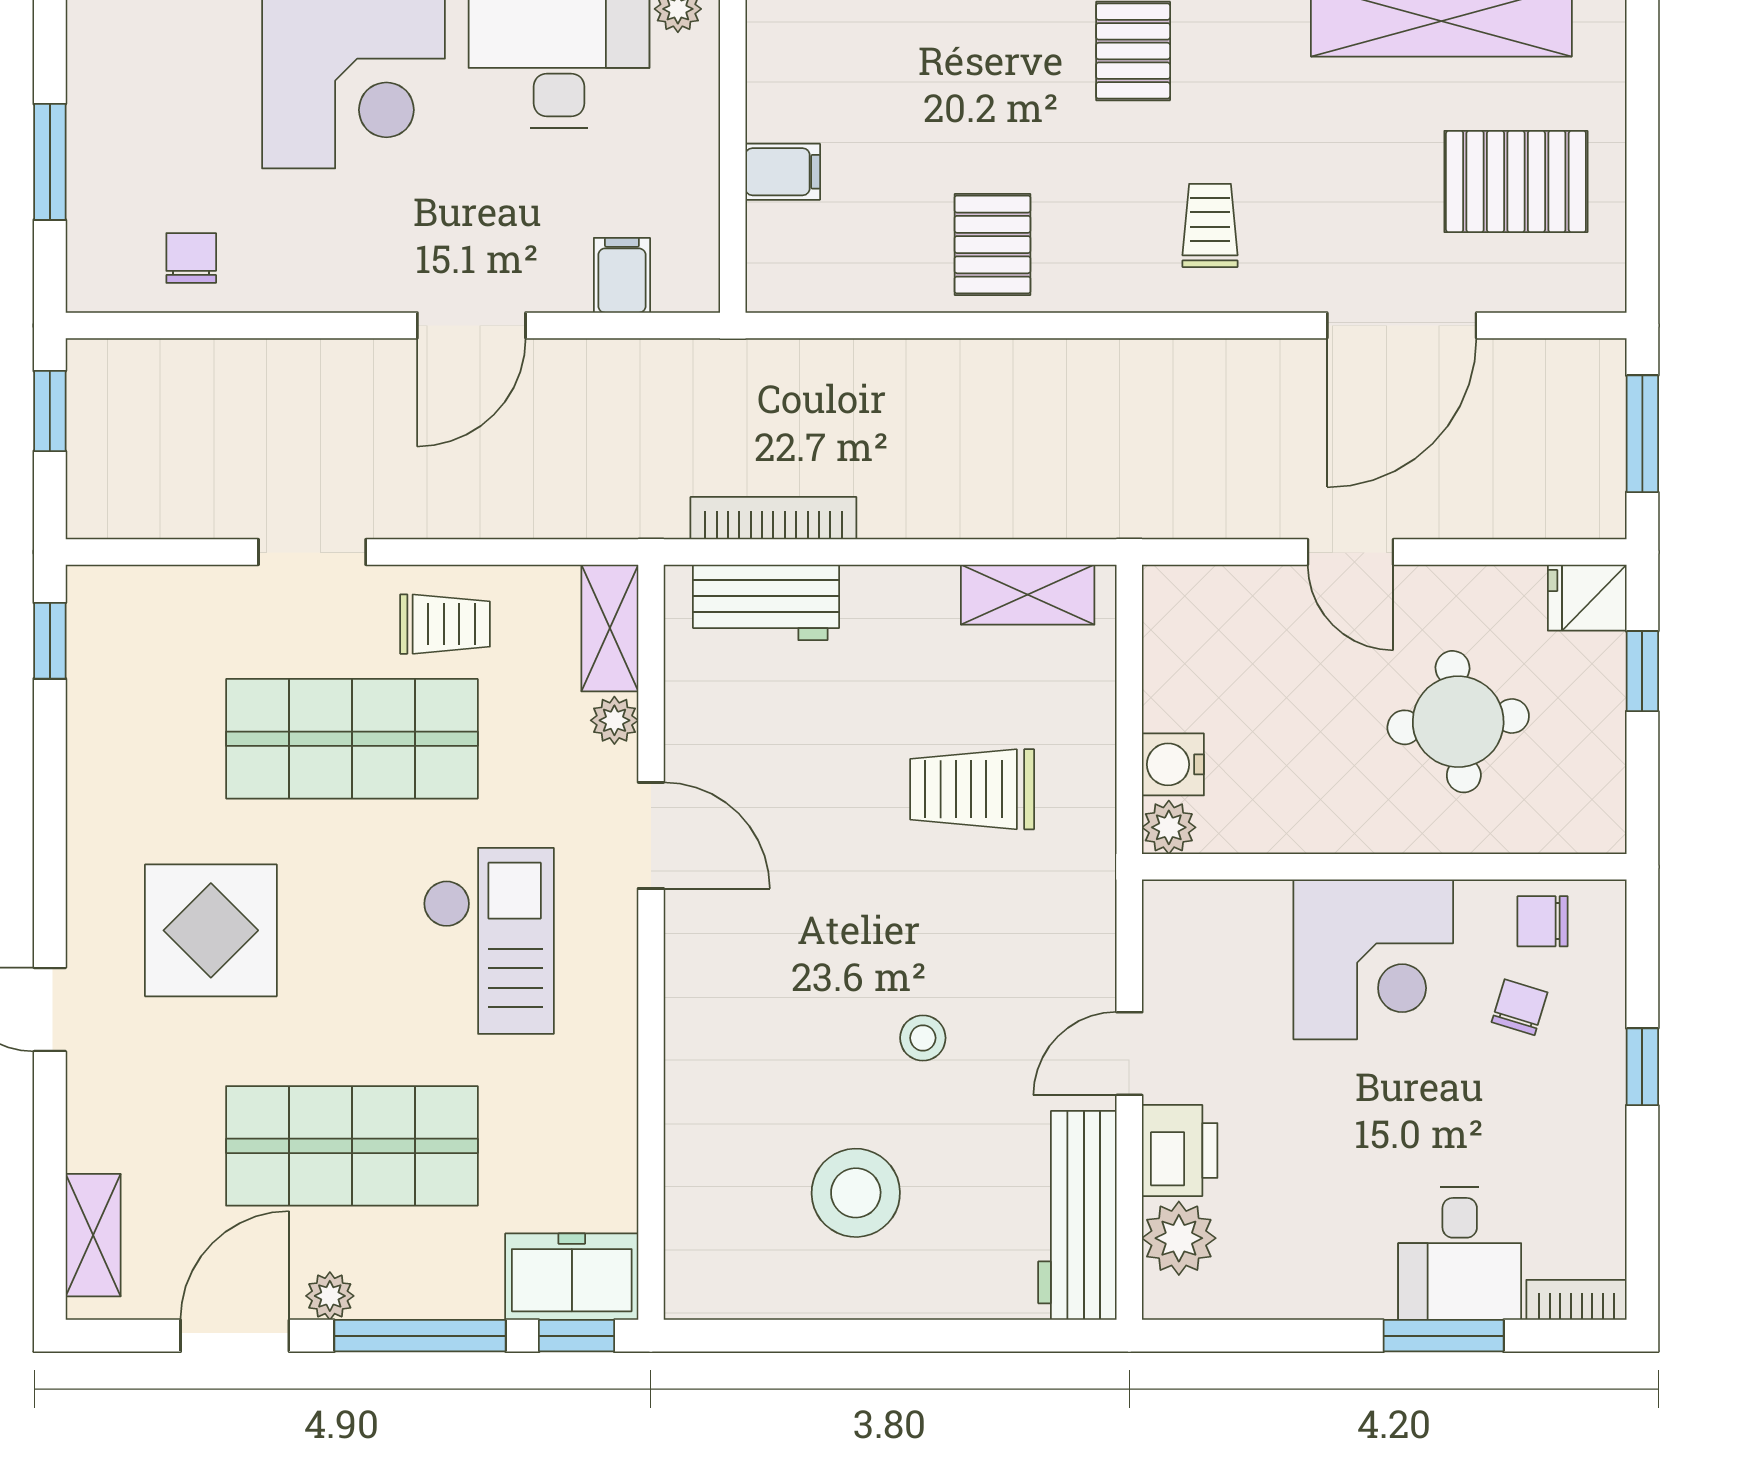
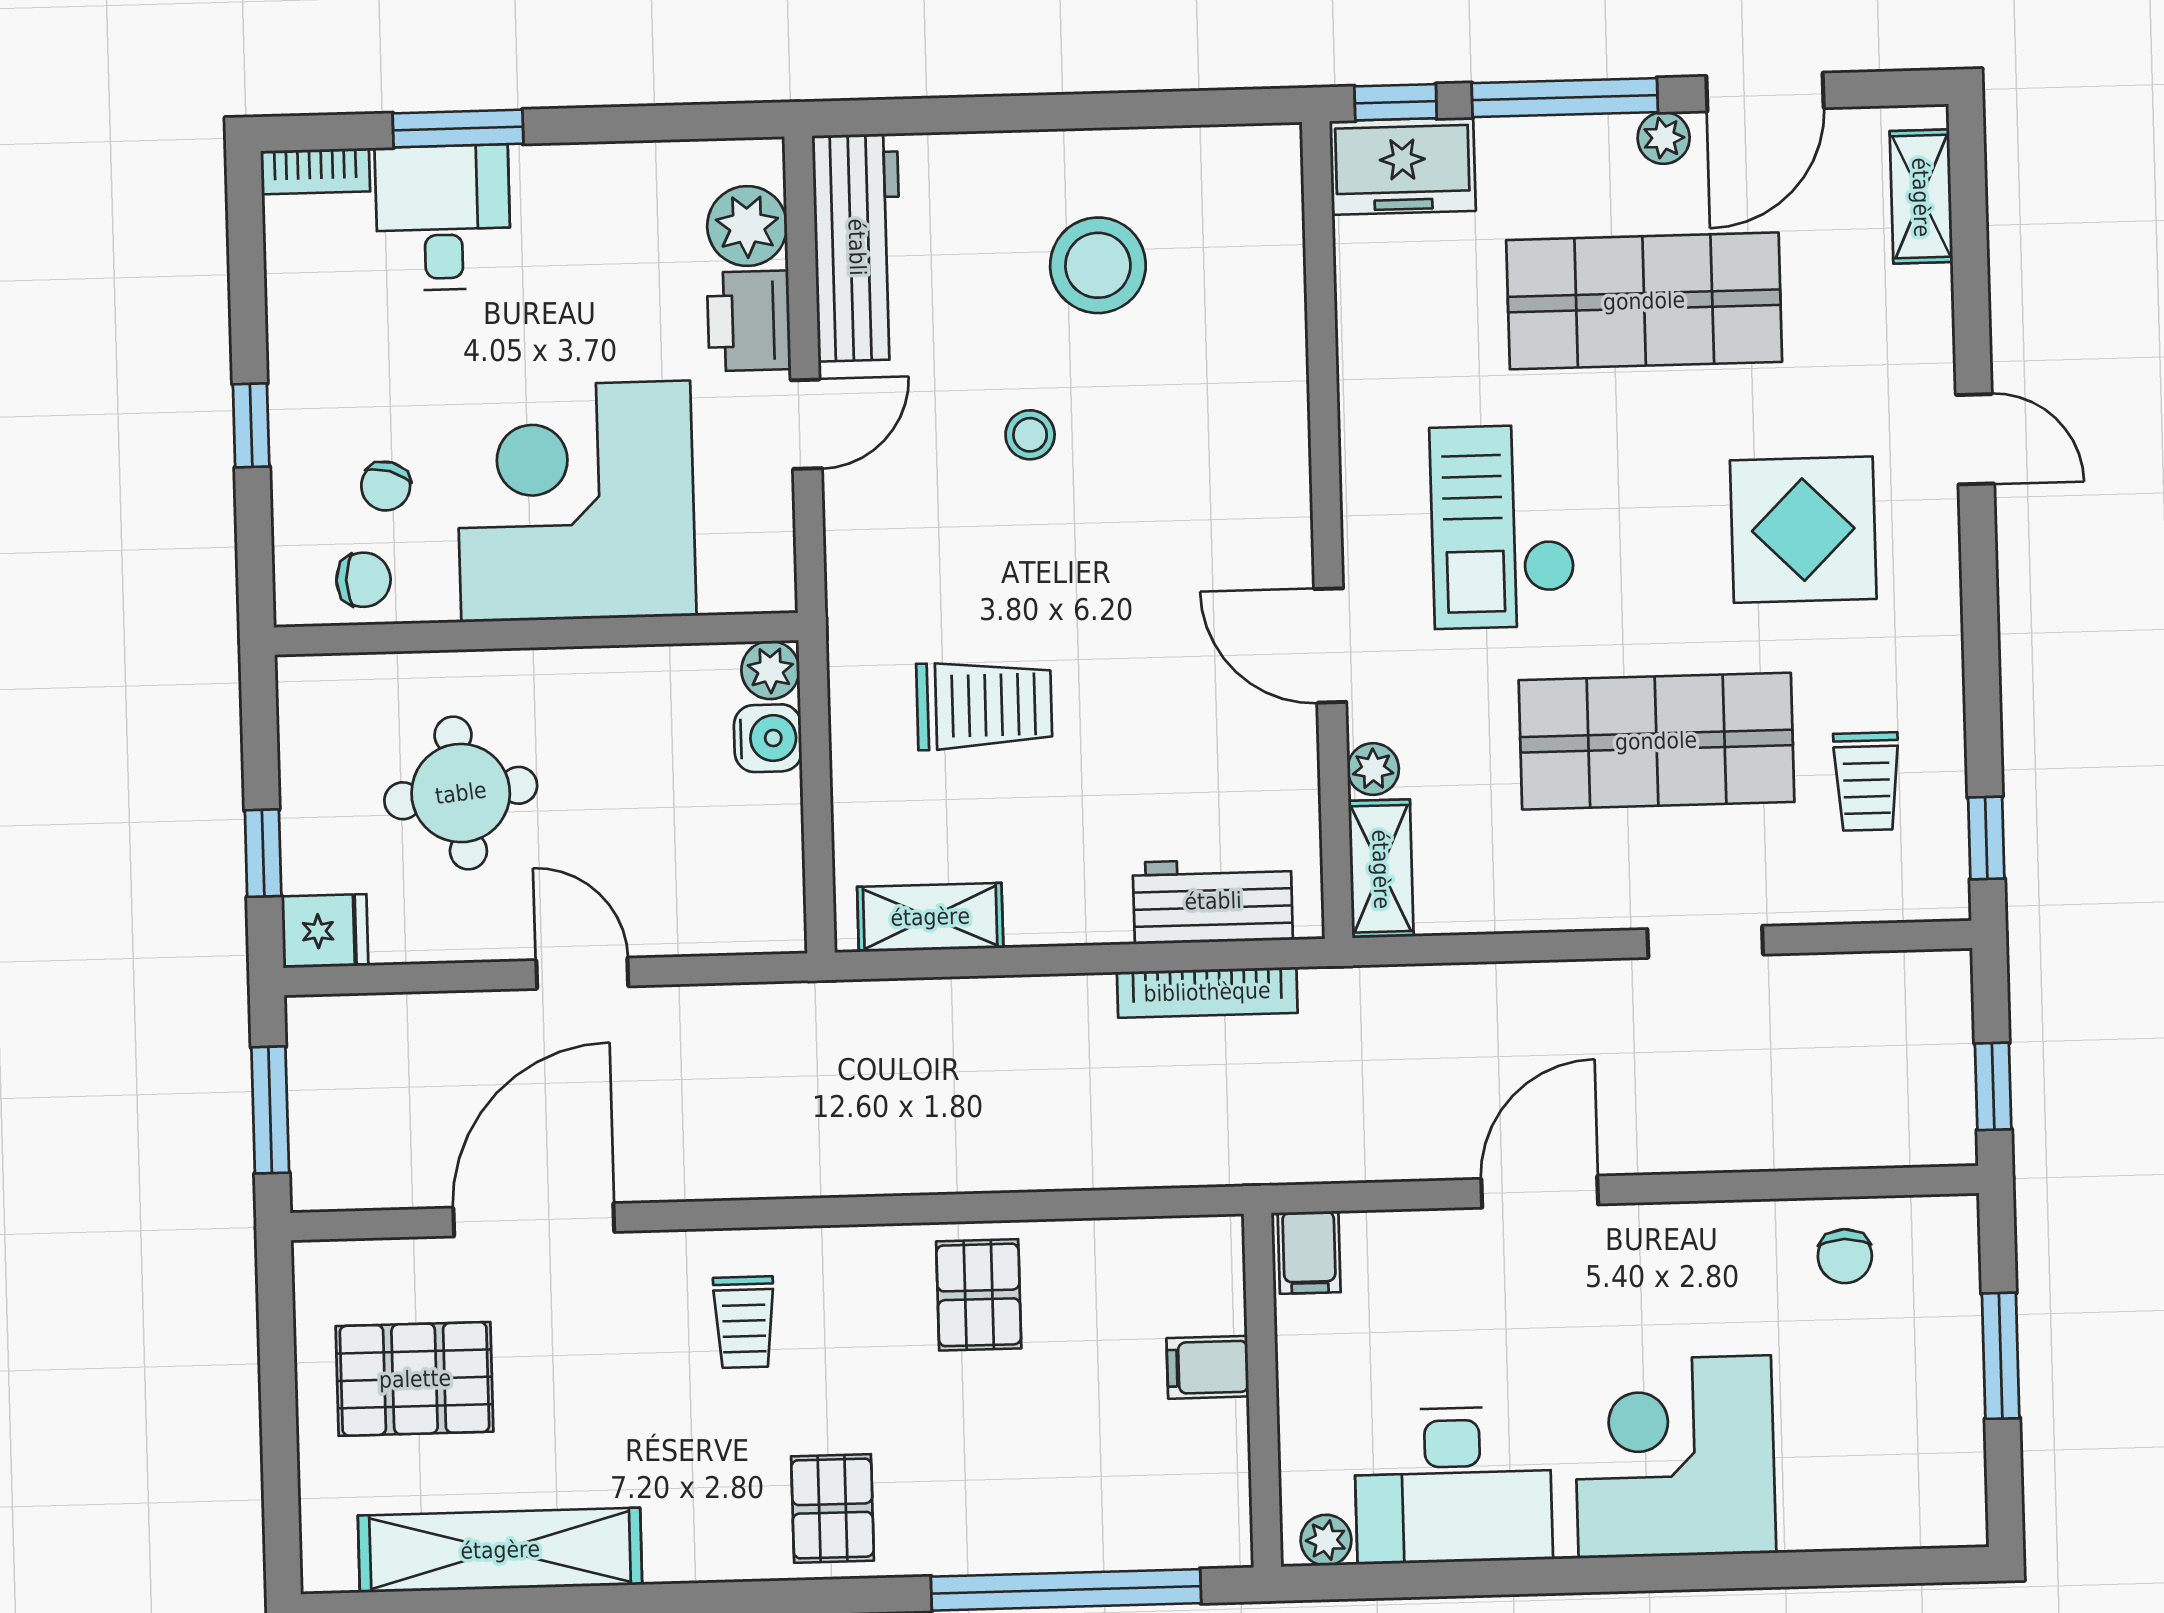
filing cabinet: (622, 275) -> (1309, 1252), moved
trolley: (445, 624) -> (1867, 781), moved, turned -90
corner desk: (1373, 959) -> (576, 501), width x1.36, depth x1.36

